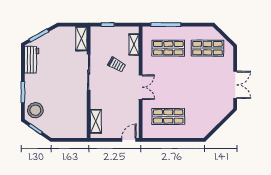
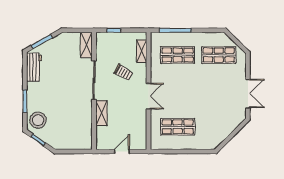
shelving: (96, 121) -> (101, 113), moved
door: (129, 140) -> (122, 151), moved

